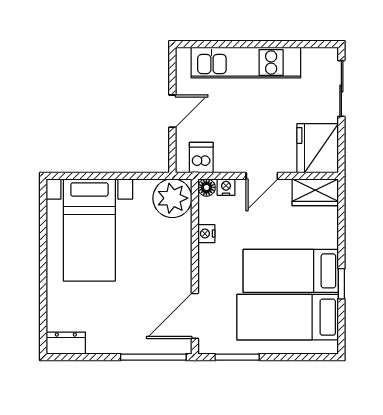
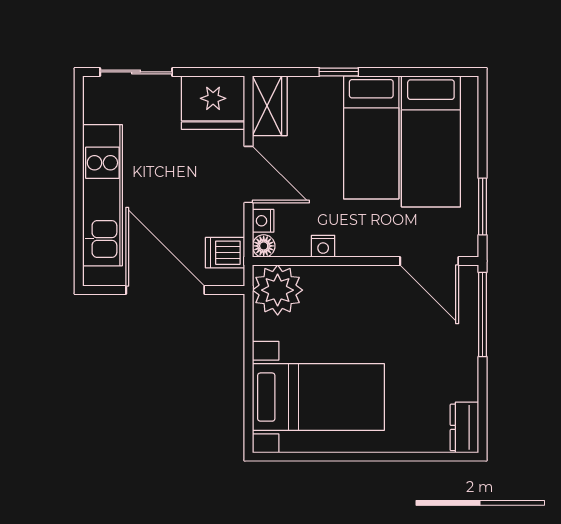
door: (172, 111) -> (165, 290), width x1.88
door: (262, 176) -> (249, 174), width x1.38
window: (341, 284) -> (339, 72), moved

